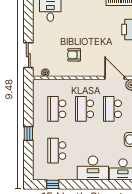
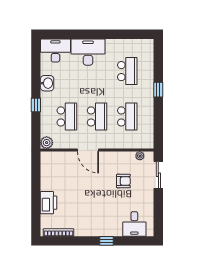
armchair: (74, 55) -> (123, 181), moved
door: (115, 78) -> (88, 150), moved
window: (53, 184) -> (132, 34), removed

